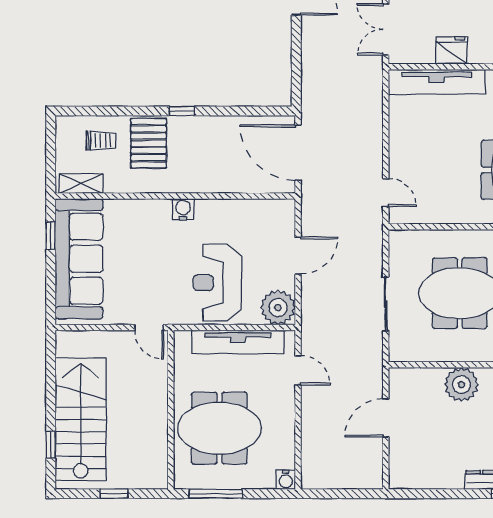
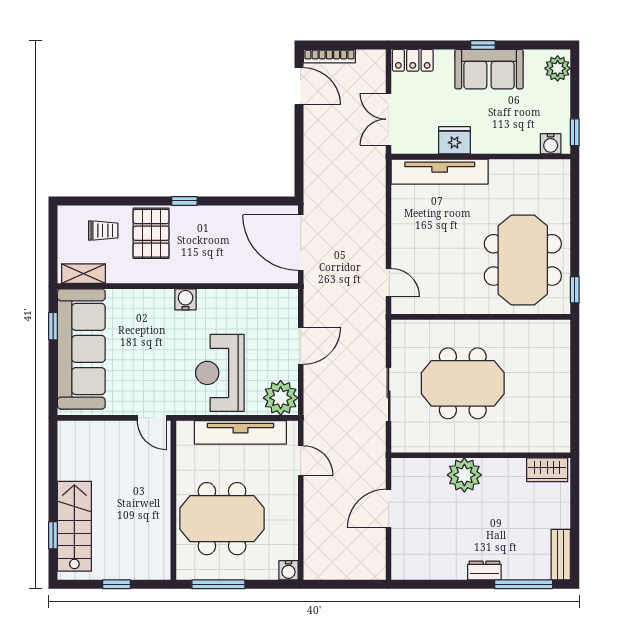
stairs: (81, 419) -> (74, 526), width x0.73, depth x0.66

